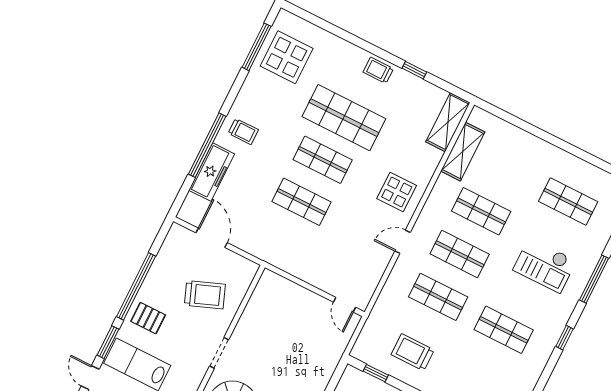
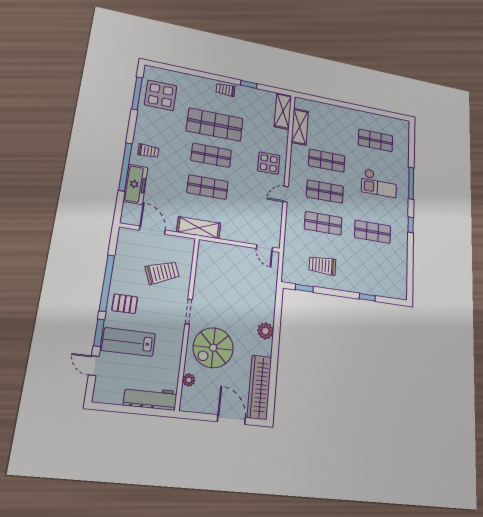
shelving: (270, 252) -> (199, 228), added

